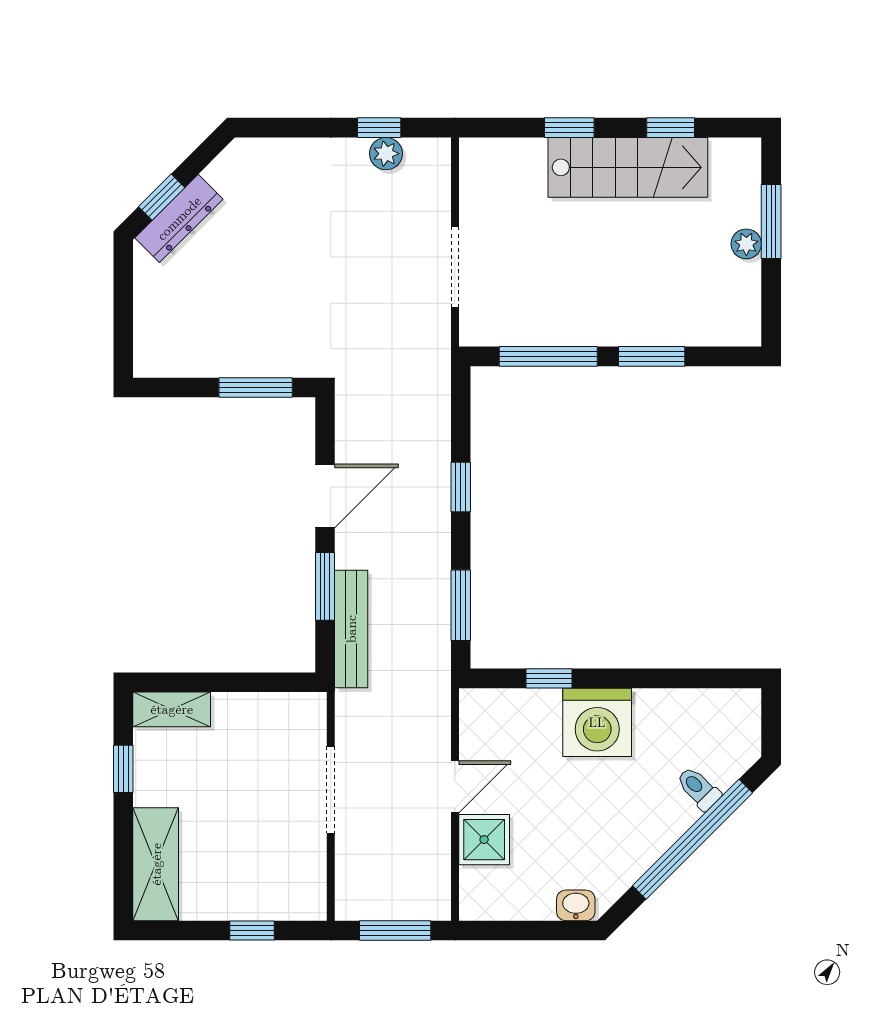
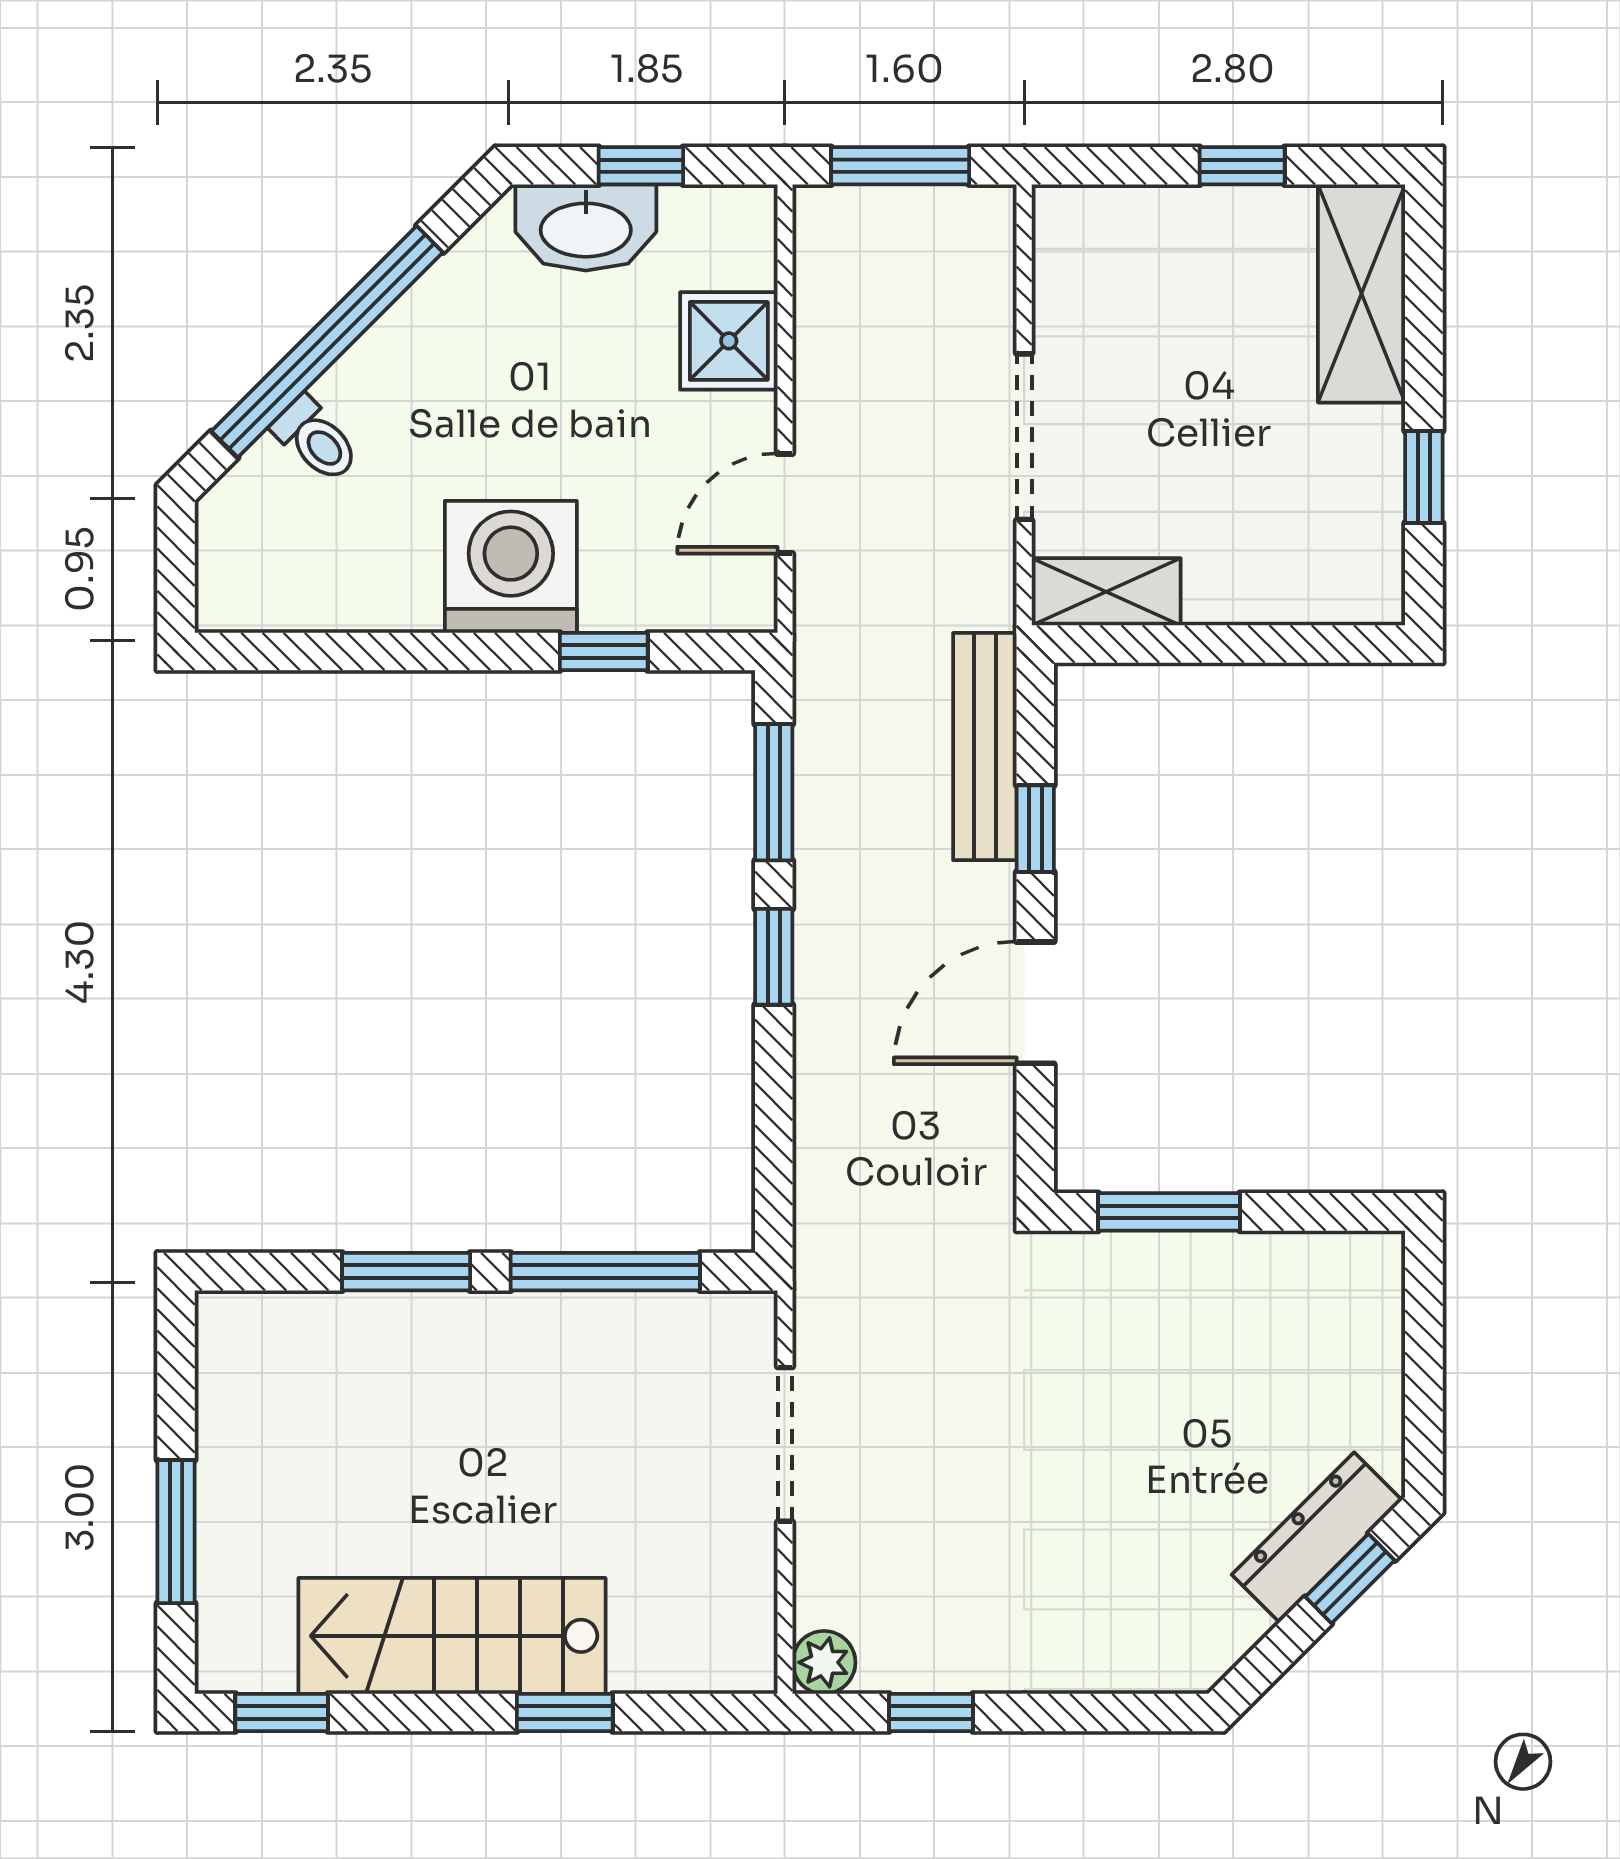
window: (671, 128) -> (282, 1712), moved
plant: (386, 154) -> (824, 1662), moved
plant: (746, 244) -> (224, 1488), removed
window: (461, 487) -> (774, 957), moved
window: (325, 586) -> (1035, 829), width x0.67
shelving: (172, 709) -> (1106, 592), moved
door: (455, 787) -> (785, 503), moved
washbasin: (576, 905) -> (586, 227), width x1.91, depth x1.45
window: (252, 931) -> (1242, 166), moved
window: (530, 931) -> (641, 166), added

